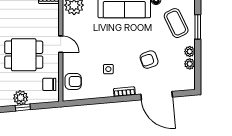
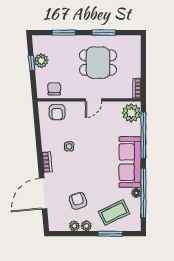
dining table: (24, 55) -> (98, 63), moved, turned 90
armchair: (149, 60) -> (78, 201), moved

